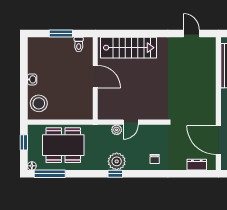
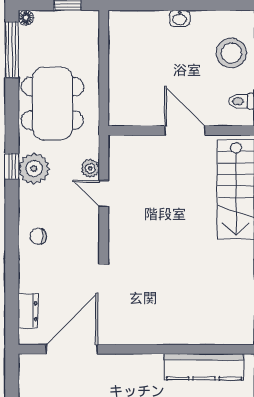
door: (95, 77) -> (185, 131), swing flipped
stool: (39, 103) -> (231, 53), moved
dining table: (63, 145) -> (52, 103), moved

